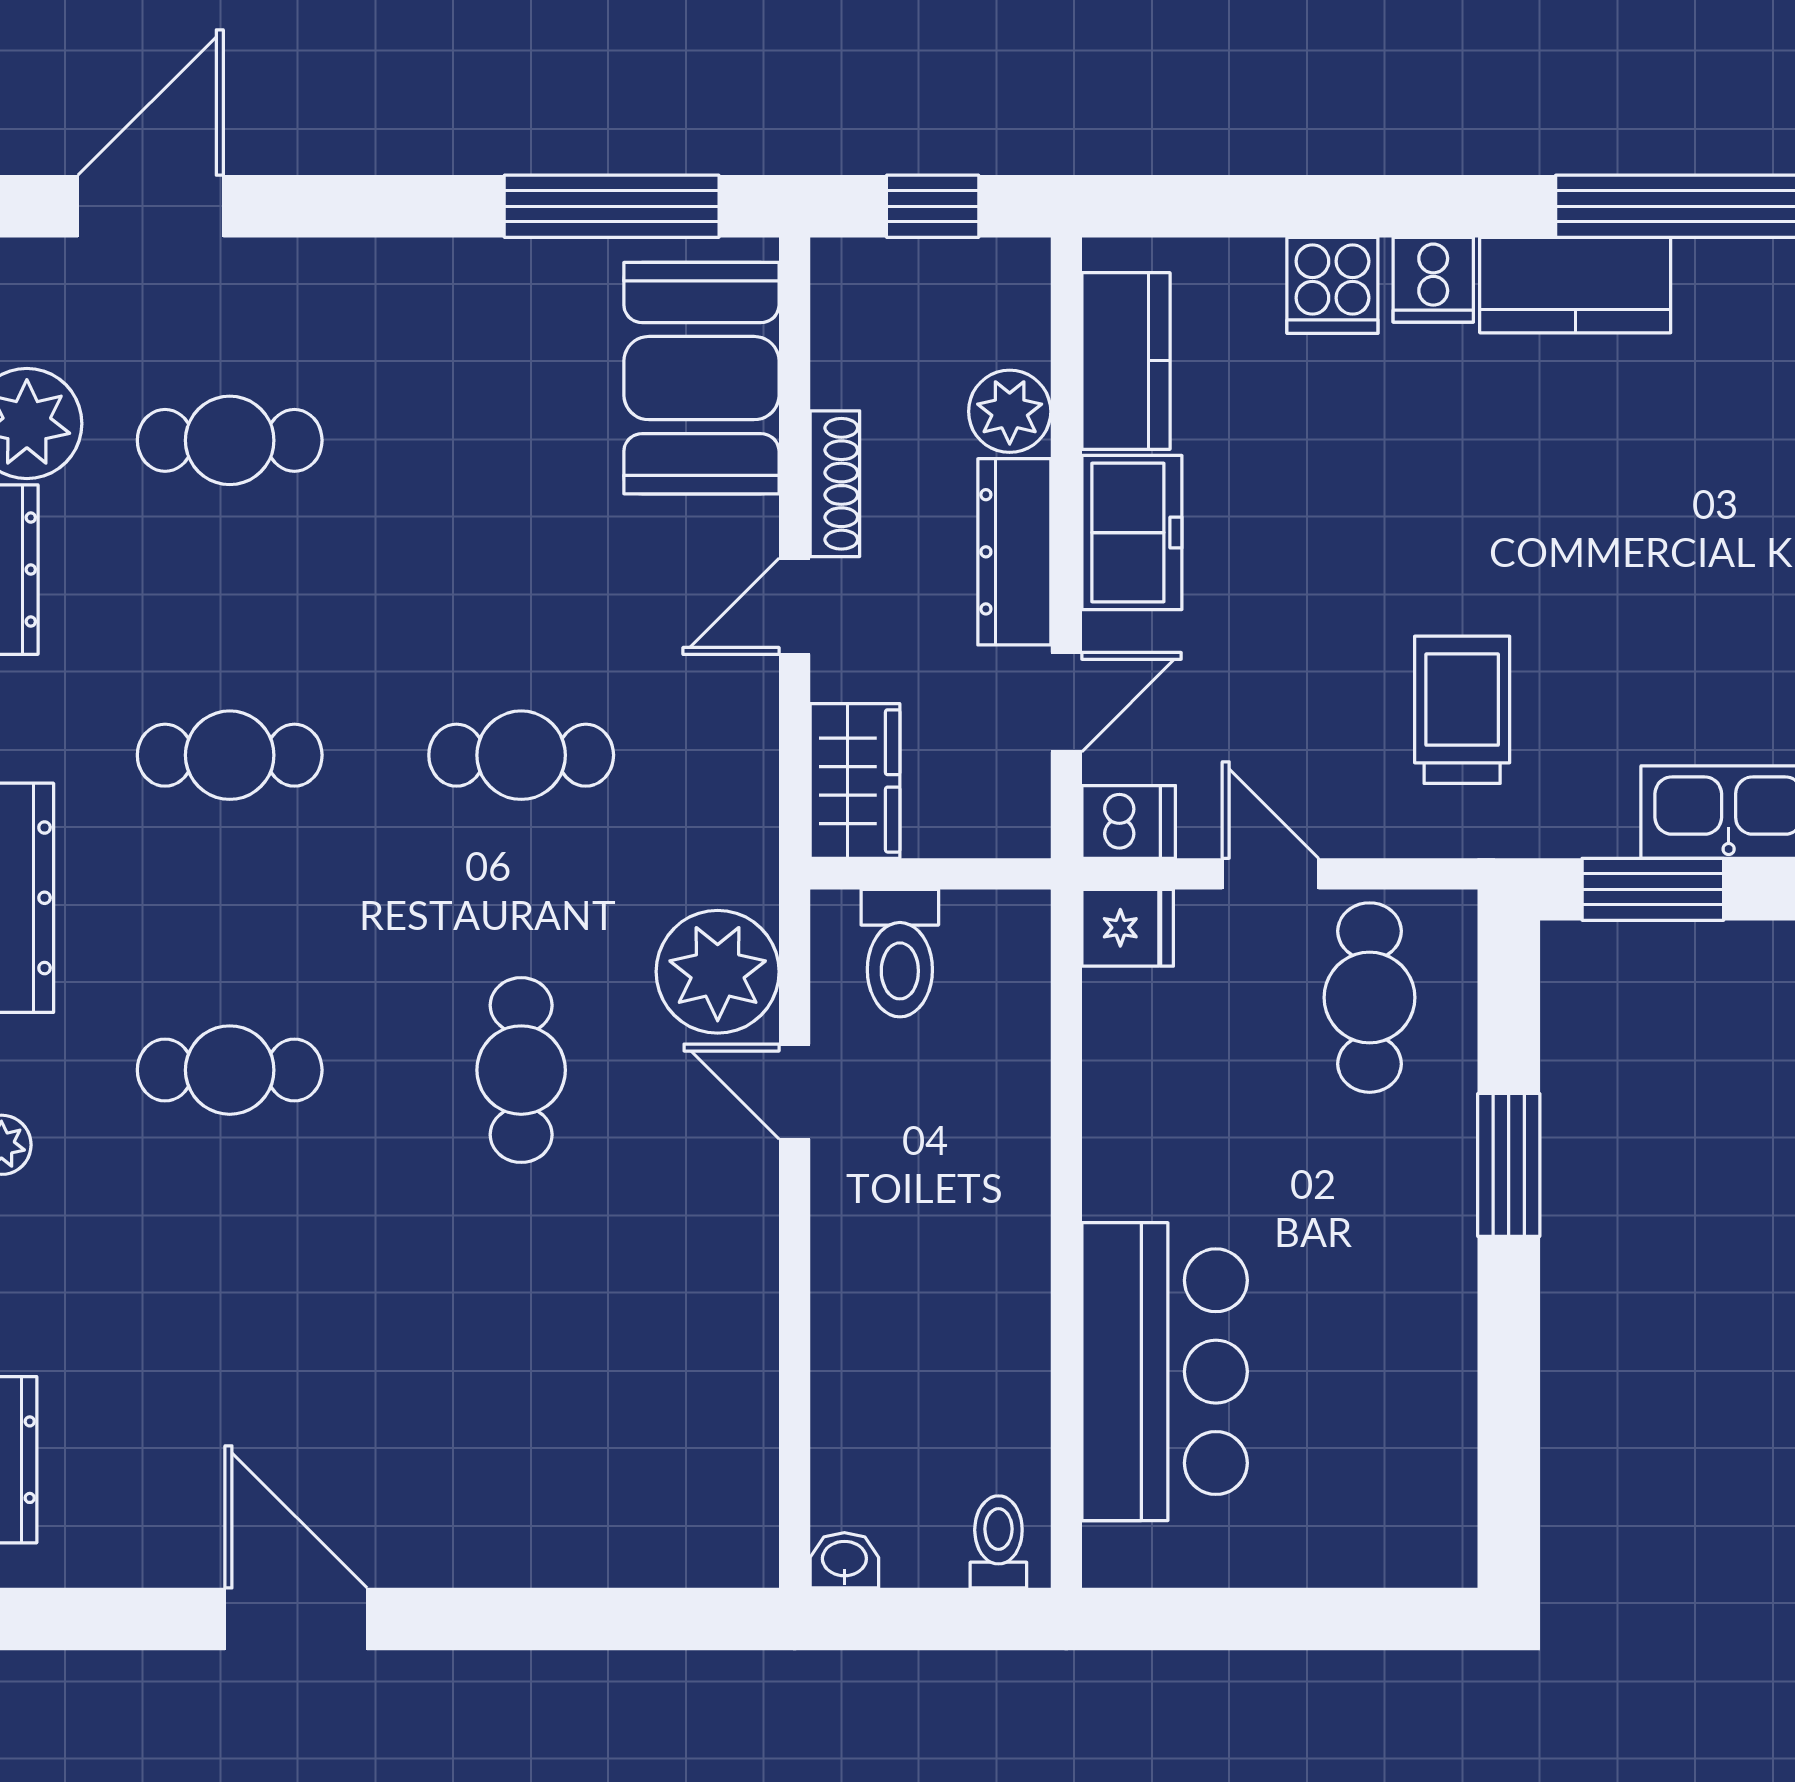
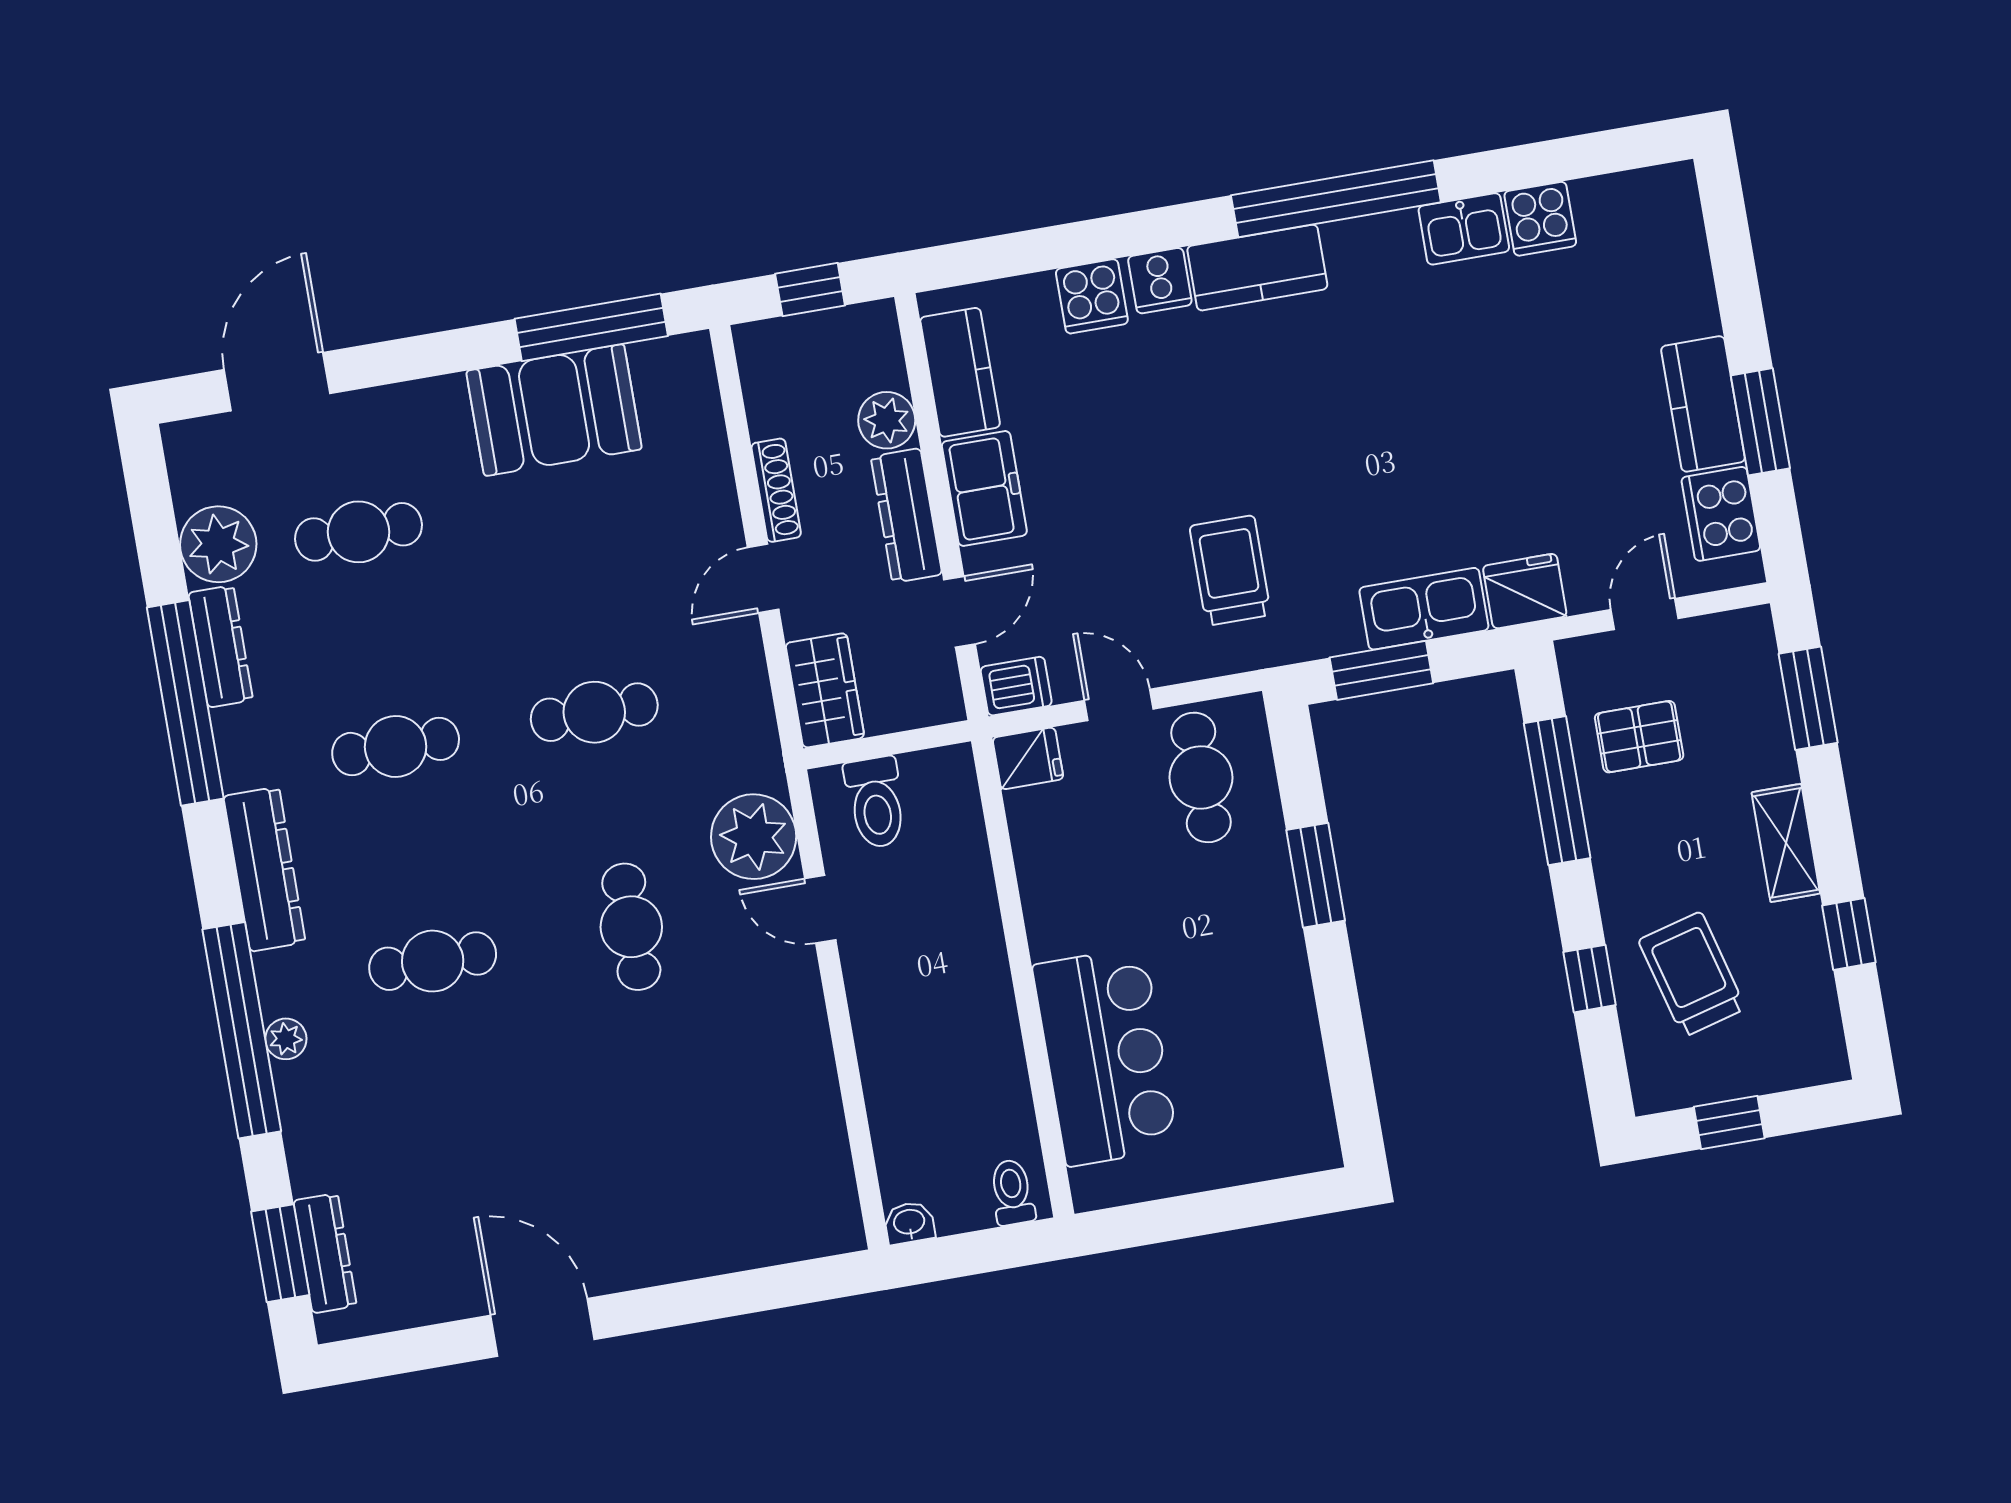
booth: (701, 378) -> (554, 410), moved, turned 90

